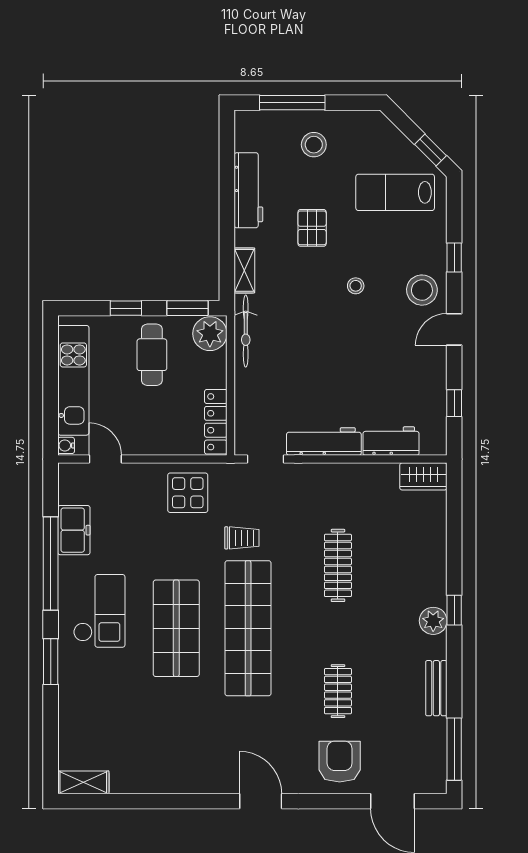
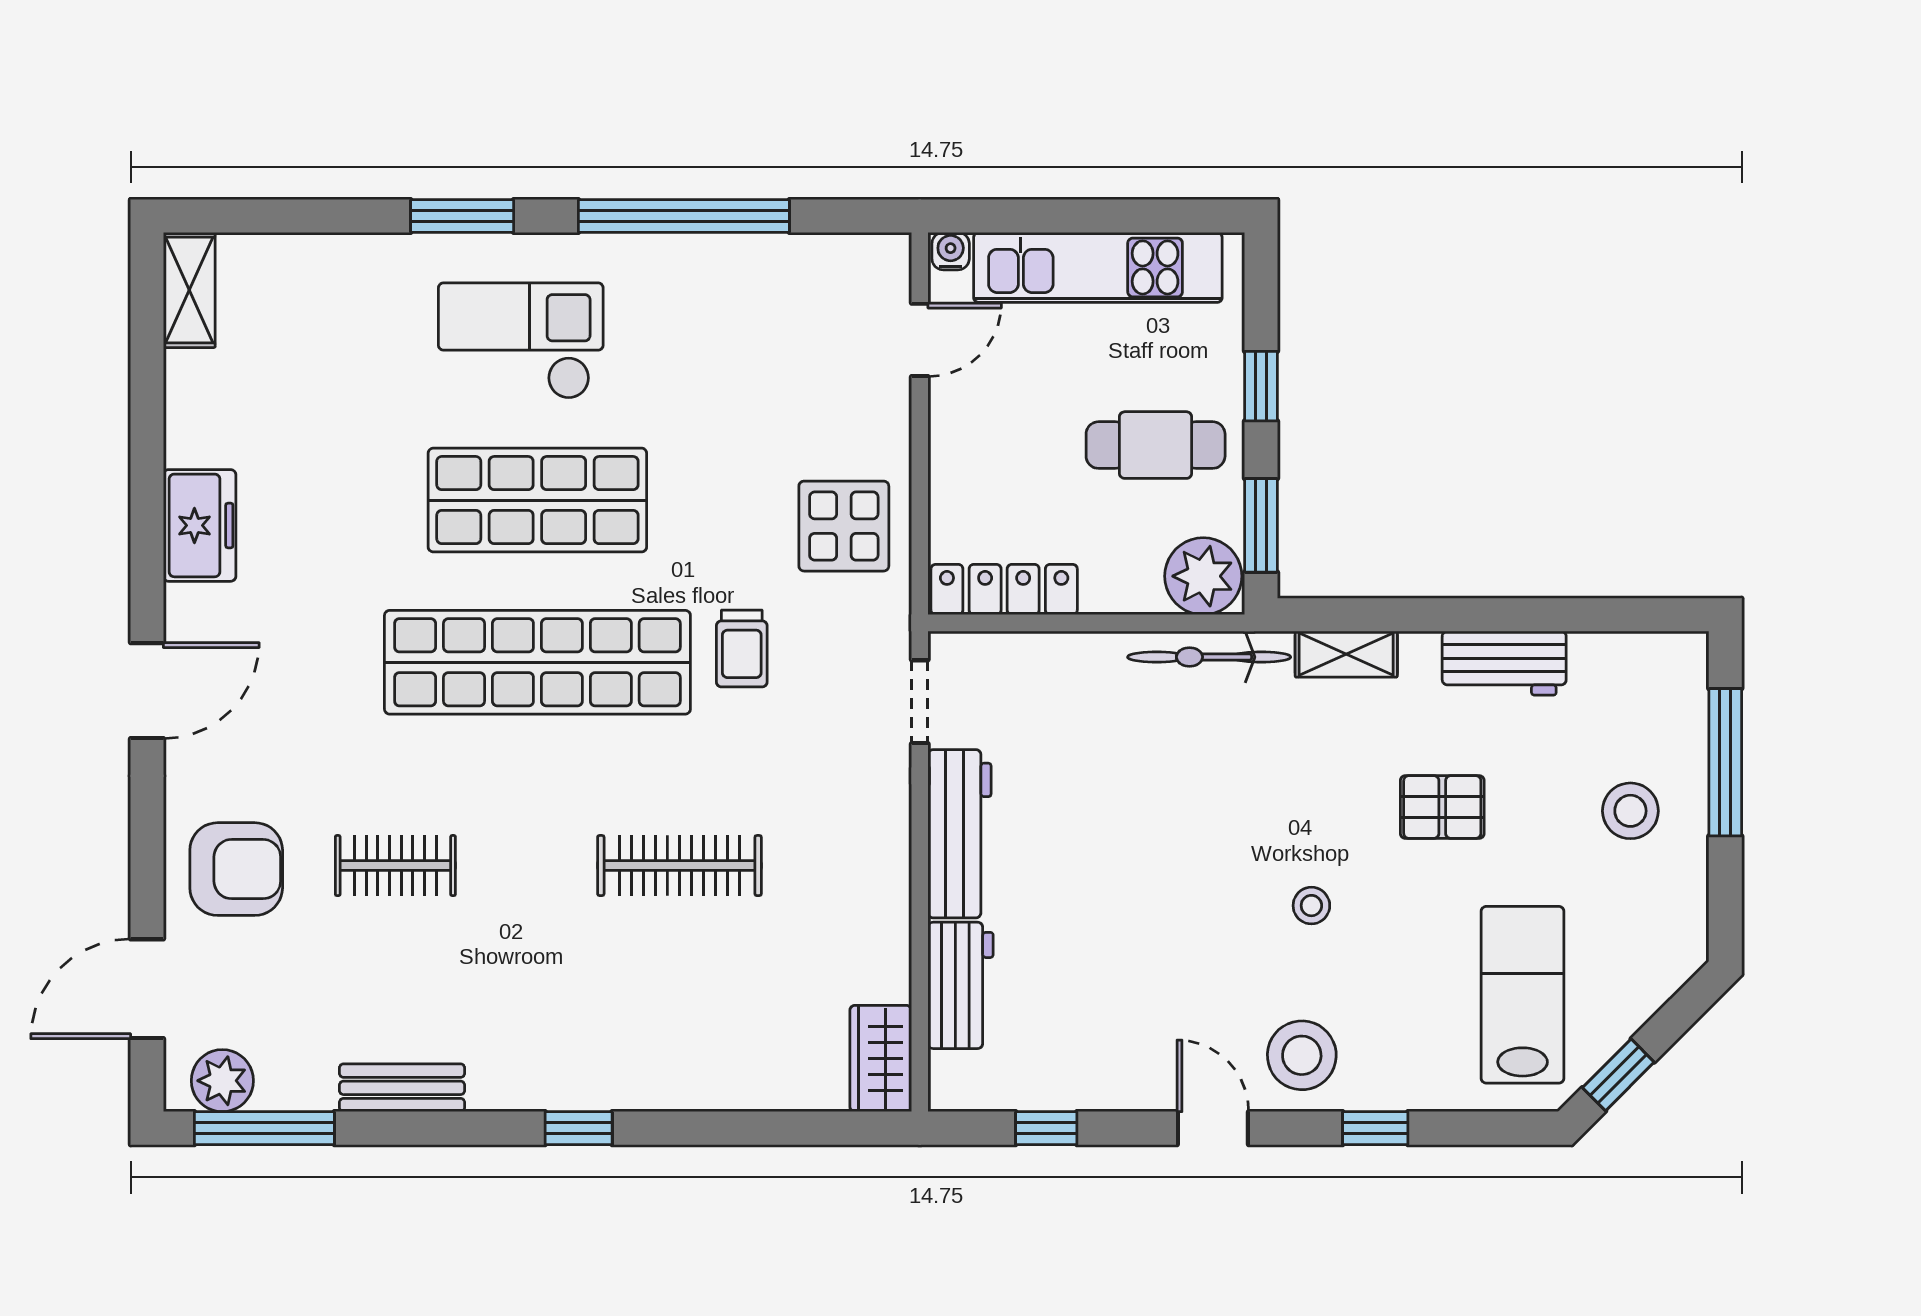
workbench: (248, 190) -> (1504, 663), width x0.73
freezer: (74, 530) -> (200, 525), moved, turned -90
checkout: (99, 611) -> (521, 341), moved, turned 180
plant: (433, 621) -> (222, 1081), moved

